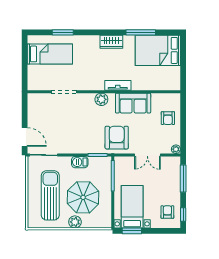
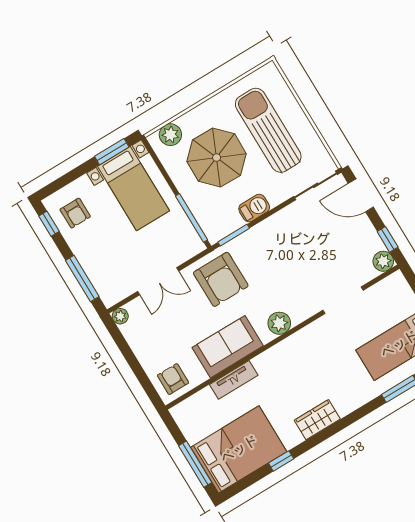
window: (141, 32) -> (281, 461), width x0.46
window: (183, 56) -> (195, 464), added
tv unit: (118, 85) -> (234, 380), moved
plant: (33, 99) -> (383, 261), added
window: (25, 108) -> (388, 239), added
armchair: (168, 118) -> (173, 379), moved
double door: (147, 155) -> (158, 281), swing flipped
sun lounger: (50, 195) -> (268, 130), turned 180
plant: (75, 222) -> (170, 135), moved

